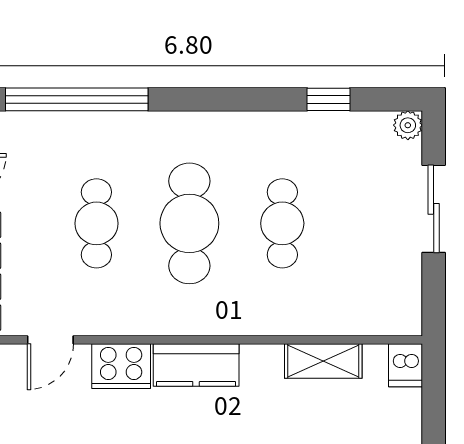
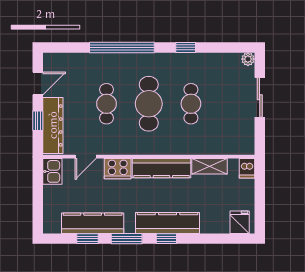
window: (77, 99) -> (122, 47), moved
window: (329, 99) -> (186, 47), moved
kitchen counter: (196, 365) -> (161, 168), width x1.50

